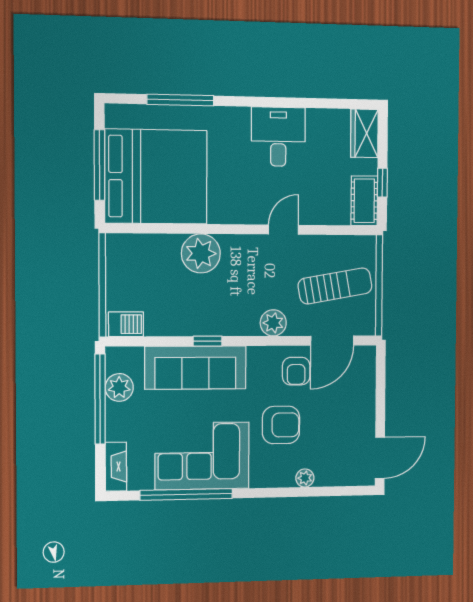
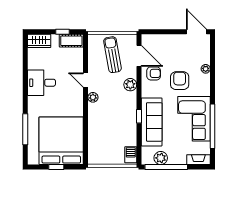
window: (99, 165) -> (56, 167), width x0.46
plant: (201, 253) -> (93, 97), moved, width x0.53, depth x0.53

